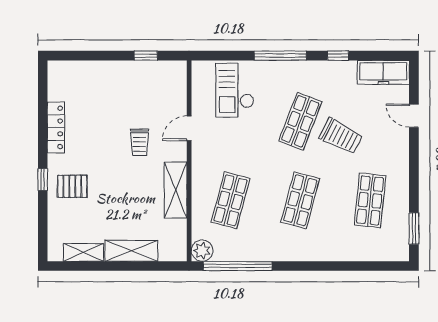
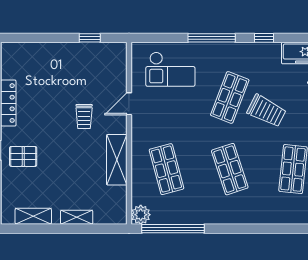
checkout: (235, 90) -> (170, 69), turned -90
shop shelf: (230, 200) -> (167, 169), turned -30
shop shelf: (300, 200) -> (230, 169), turned -33
shelving: (131, 251) -> (77, 217), width x0.67, depth x0.75

